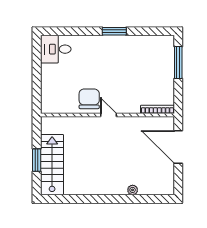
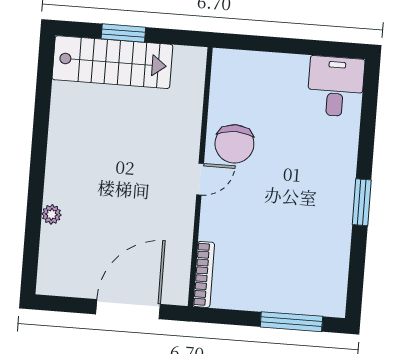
chair: (89, 99) -> (234, 144), turned 90

